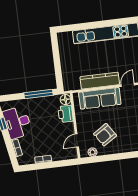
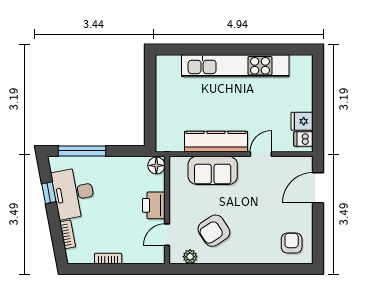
window: (39, 94) -> (82, 151), moved
sofa: (100, 98) -> (213, 170), width x0.73
printer: (66, 114) -> (154, 205), moved

